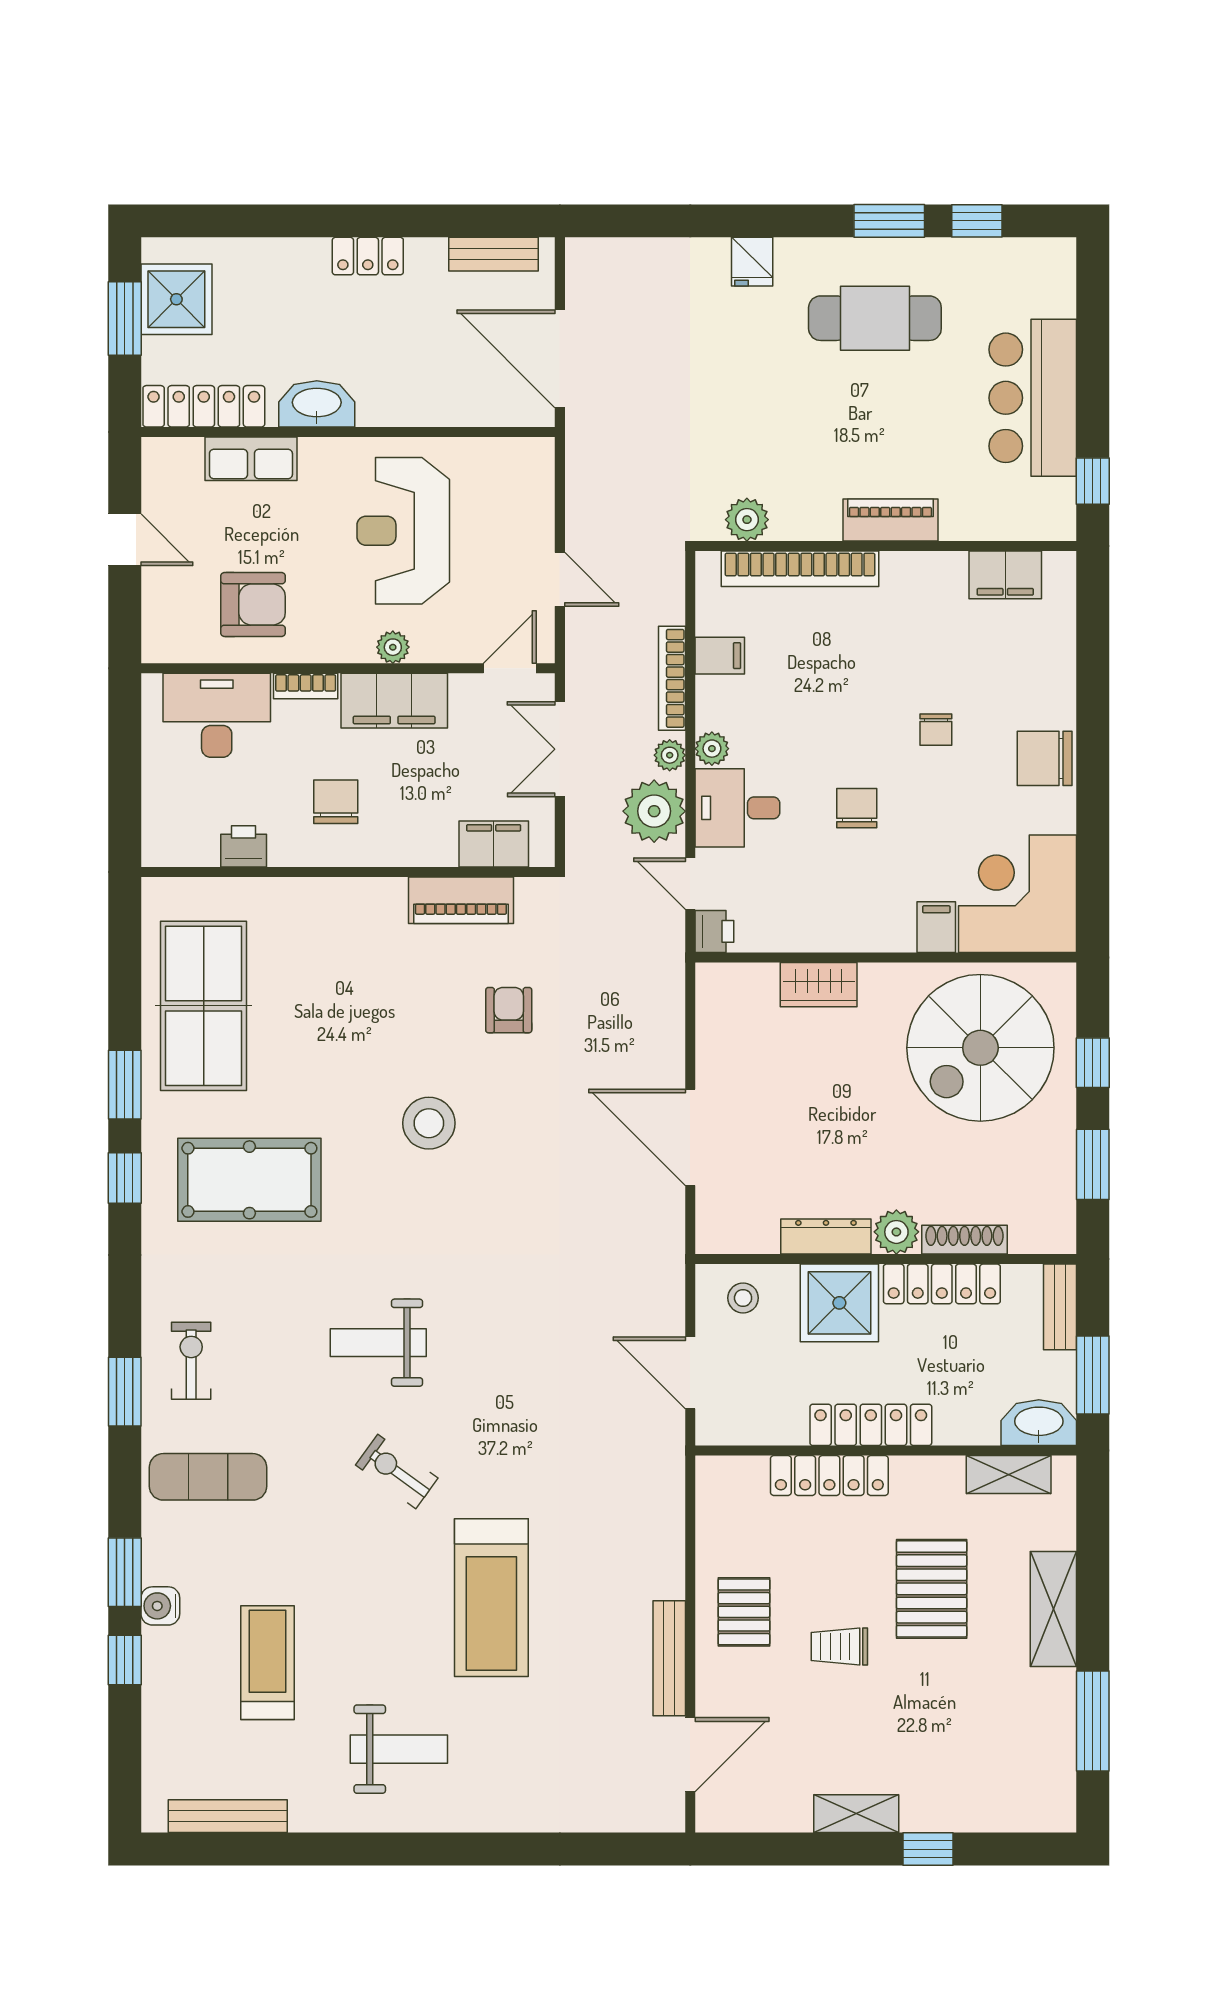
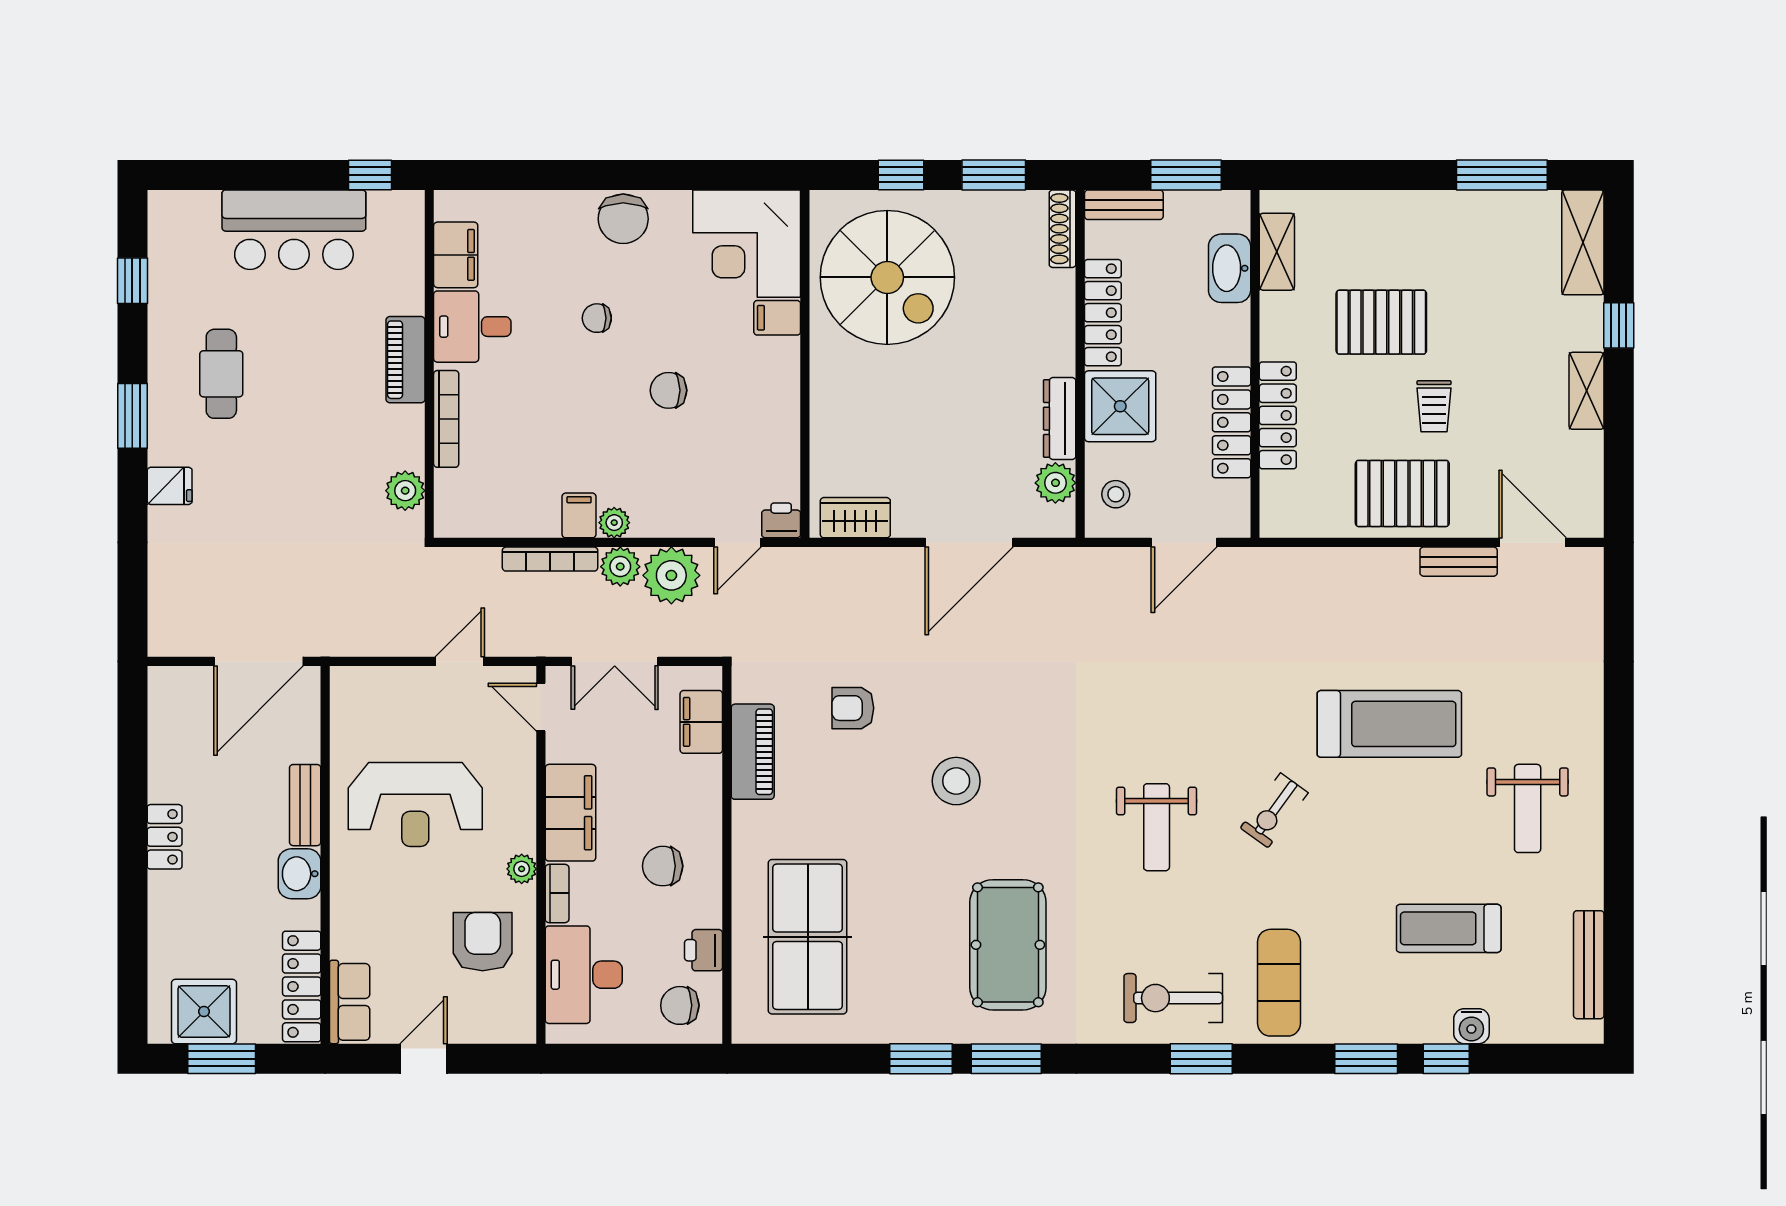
window: (889, 221) -> (132, 416), moved
bench: (494, 254) -> (305, 805), moved
cafe table: (875, 318) -> (221, 374), width x0.73, depth x0.74
washbasin: (317, 404) -> (299, 874), width x0.72
row of seats: (251, 459) -> (350, 1002), moved
bookcase: (800, 569) -> (446, 419), width x0.68, depth x0.76
plant: (393, 647) -> (522, 869), moved
filing cabinet: (720, 656) -> (579, 515), moved
chair: (936, 730) -> (597, 318), turned 180
plant: (670, 755) -> (620, 567), width x1.38, depth x1.38
desk: (737, 808) -> (472, 327), moved, turned 90
chair: (183, 820) -> (680, 1005), added
wardrobe: (819, 985) -> (855, 518), moved, turned -90
table tennis table: (204, 1006) -> (808, 937), moved, turned 90
window: (125, 1178) -> (1006, 1059), width x1.50
plant: (896, 1232) -> (1055, 483), moved
shoe rack: (964, 1240) -> (1063, 229), moved
exercise bike: (191, 1361) -> (1173, 998), width x1.38, depth x1.39
washbasin: (1039, 1423) -> (1230, 268), moved
locker: (871, 1425) -> (1232, 422), moved
water cooler: (160, 1606) -> (1471, 1026), moved
shelving: (1053, 1609) -> (1583, 242), moved, turned 90
pallet: (744, 1612) -> (1402, 493), width x1.50, depth x1.42
bench: (669, 1658) -> (1459, 562), width x0.73
weight bench: (399, 1749) -> (1528, 808), turned 180

